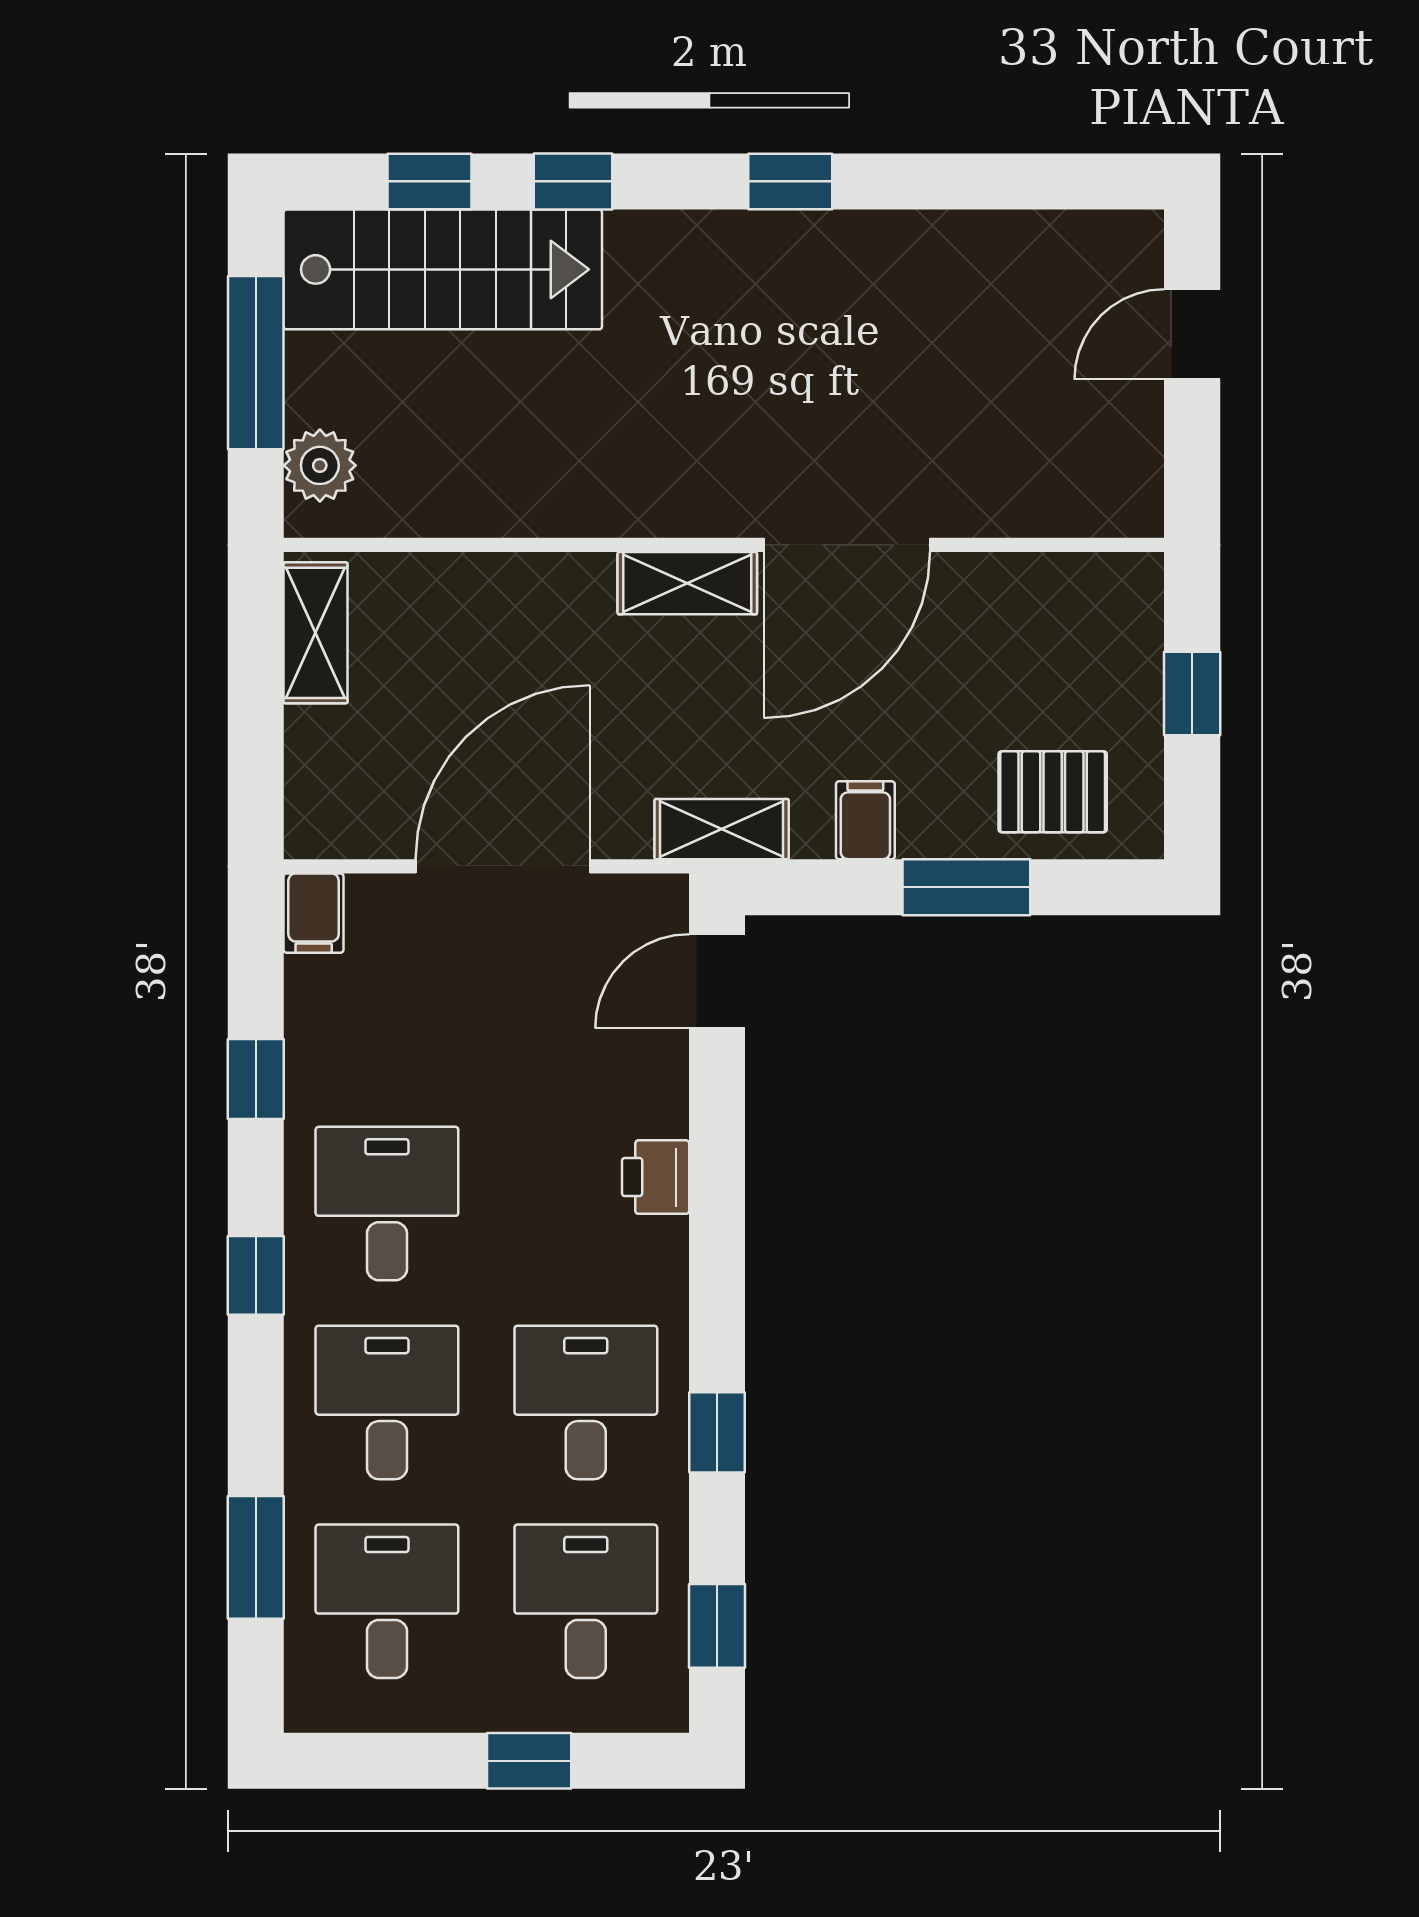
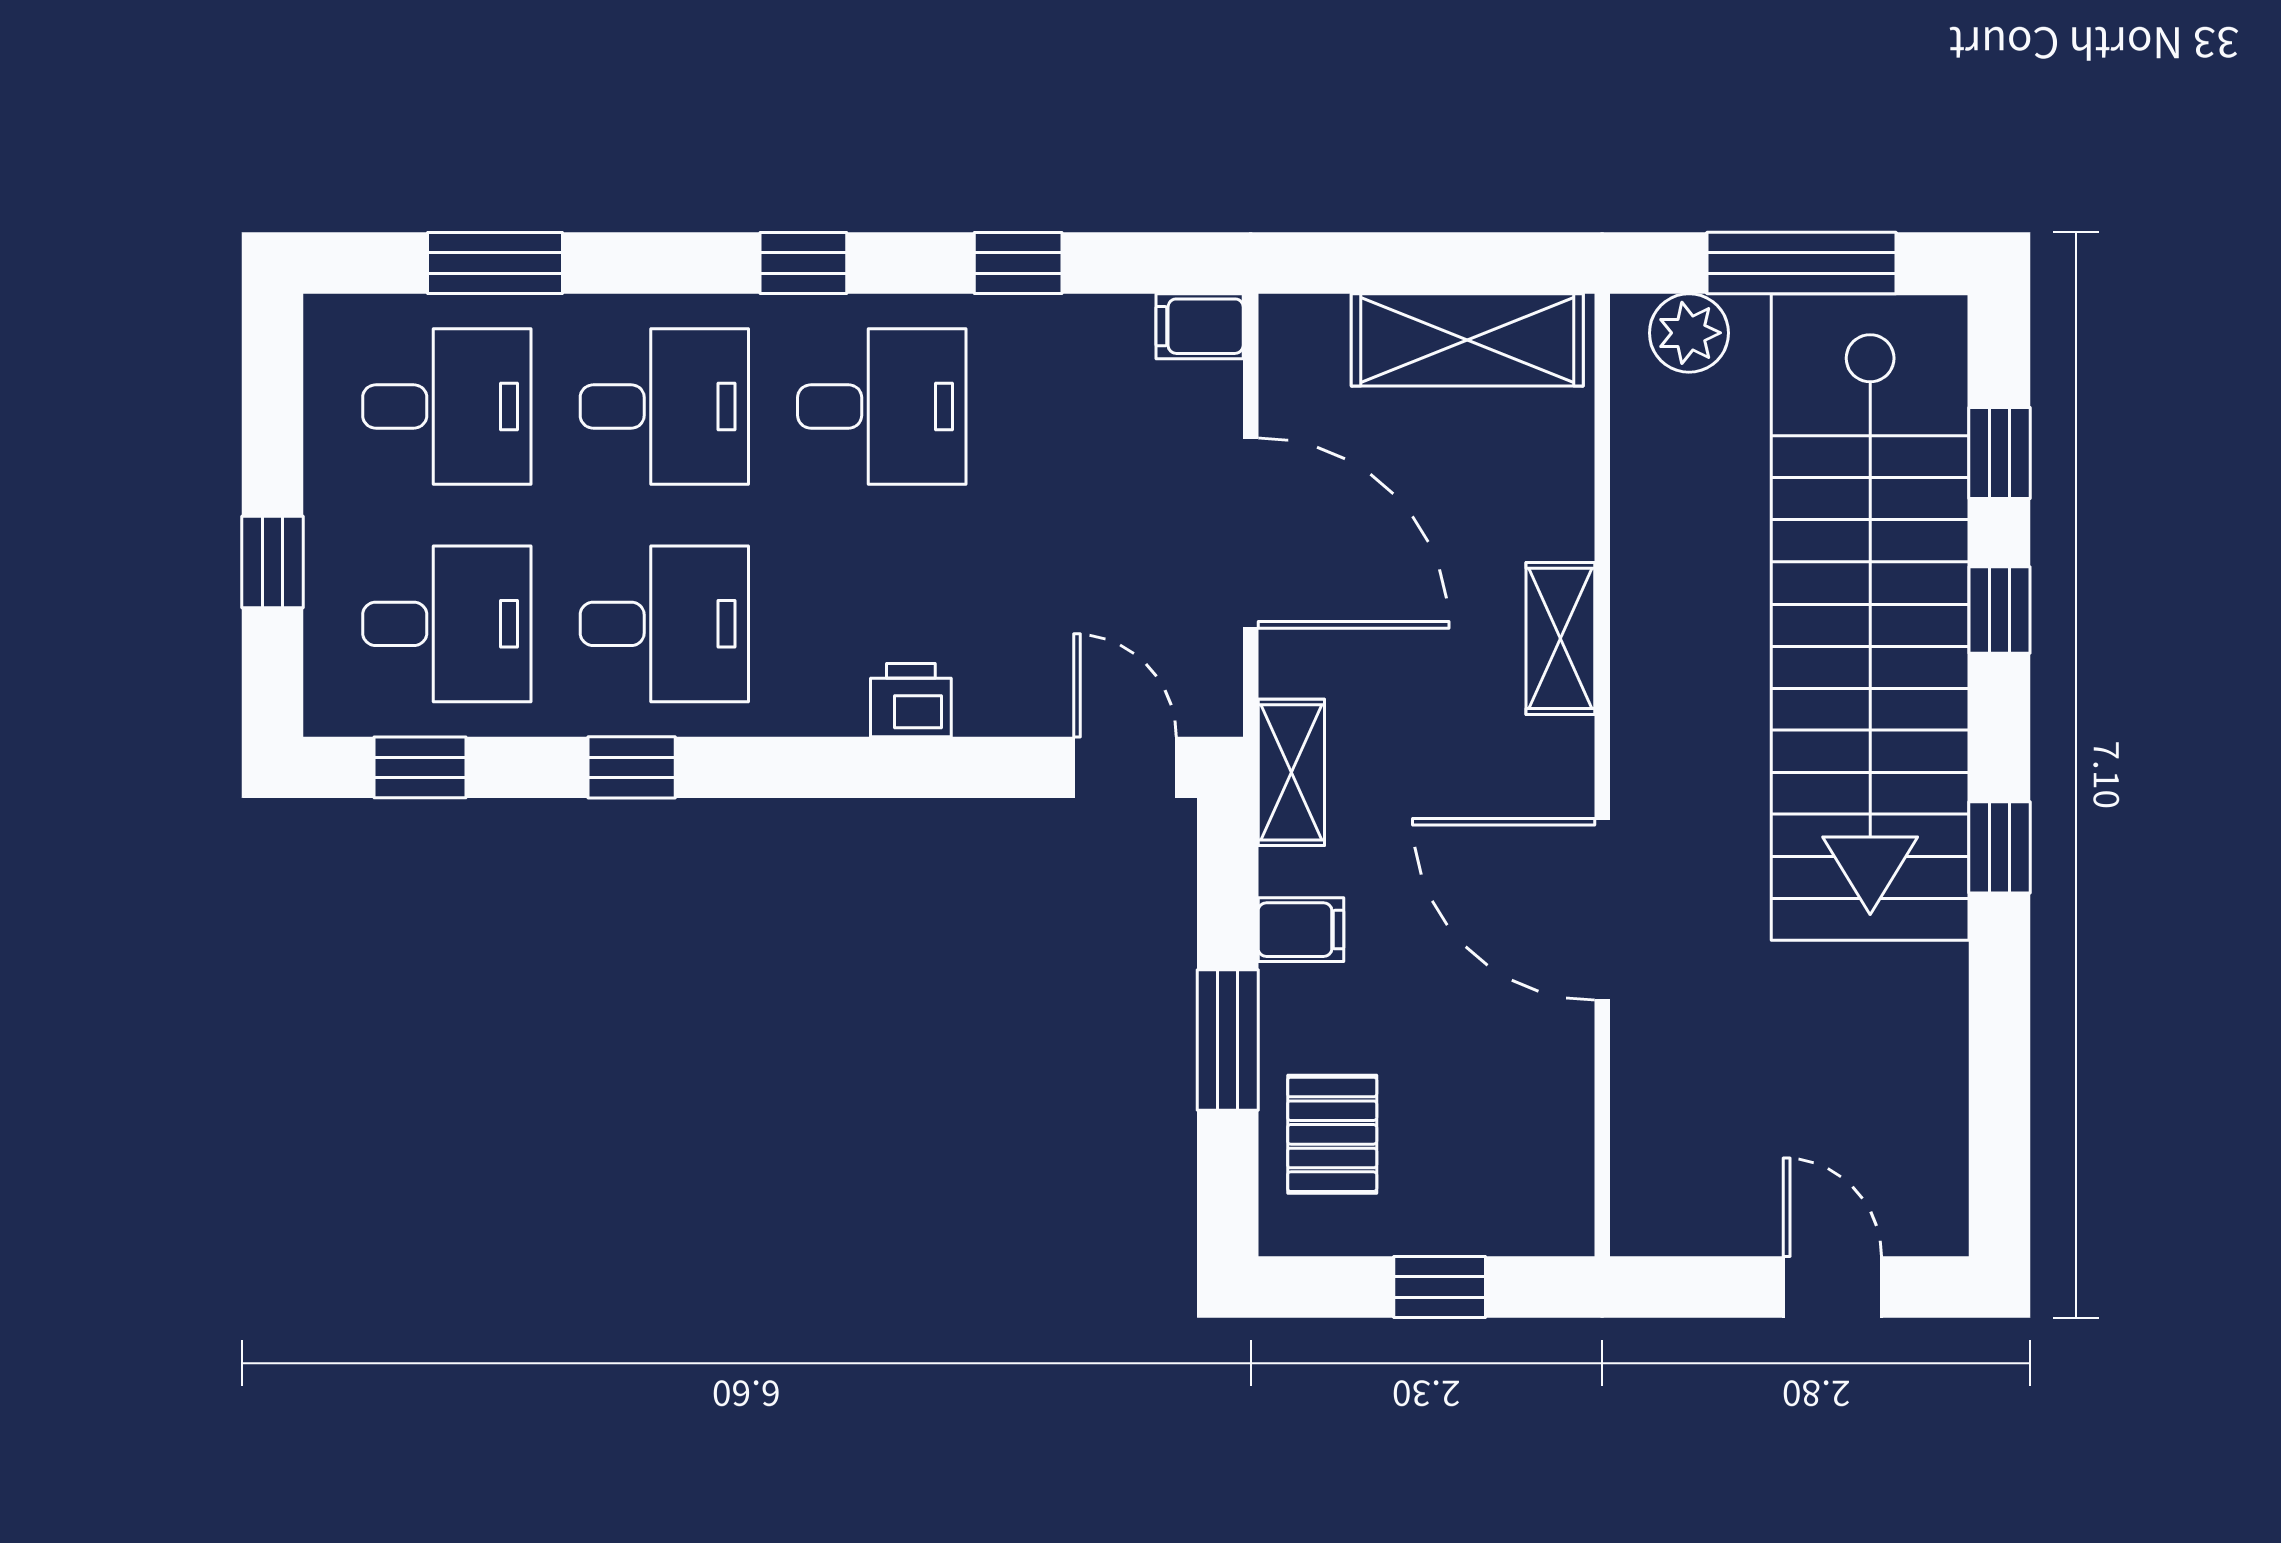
stairs: (443, 269) -> (1870, 617), width x1.86, depth x1.51
shelving: (687, 583) -> (1560, 638), moved
shelving: (316, 633) -> (1467, 340), width x1.50, depth x1.33

